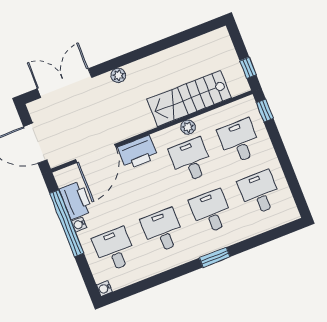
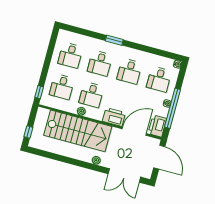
window: (248, 68) -> (28, 132), moved
stairs: (189, 99) -> (78, 131), width x1.36, depth x1.51
printer: (76, 200) -> (157, 126), moved

